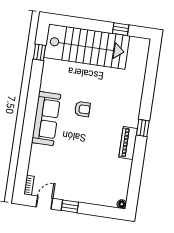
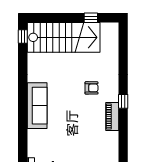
window: (39, 52) -> (23, 37), moved
armchair: (82, 109) -> (92, 88), moved

